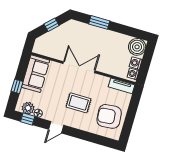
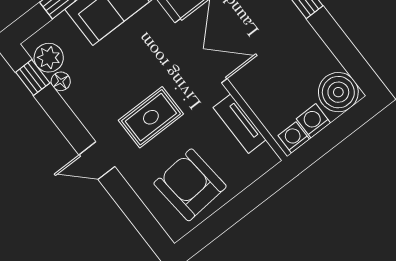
tv unit: (122, 86) -> (240, 124), moved
rug: (79, 103) -> (151, 117), turned 90
door: (56, 127) -> (97, 161), moved

